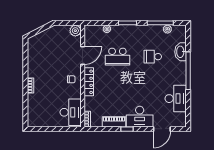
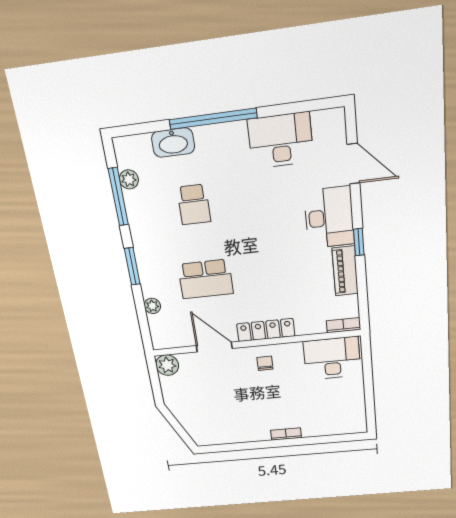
school desk: (117, 57) -> (206, 279), turned 90

